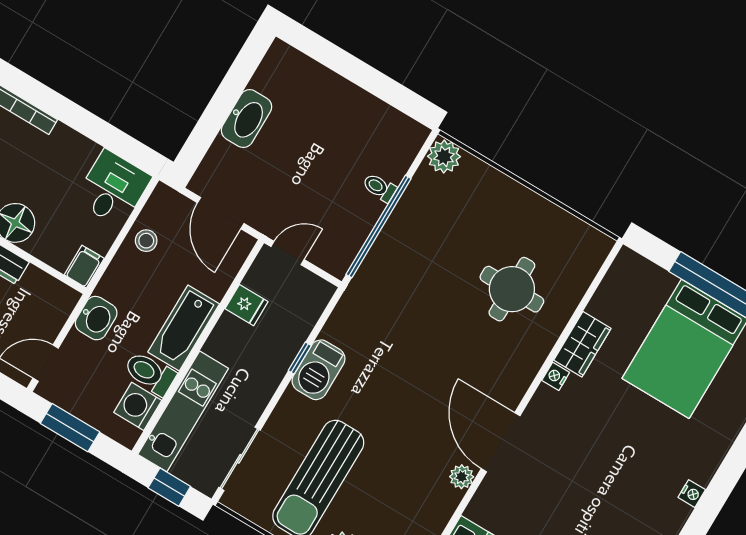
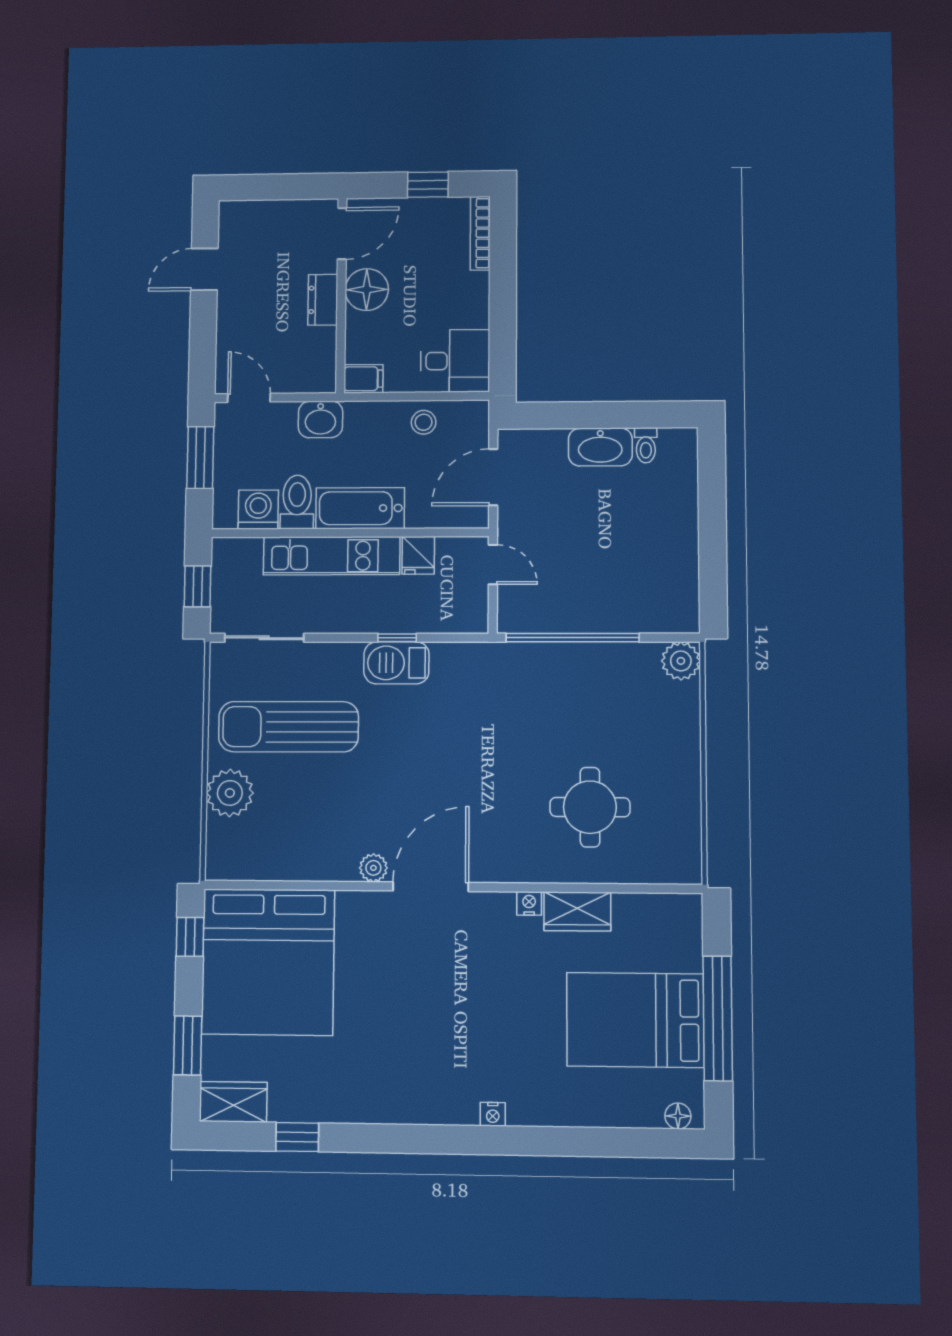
toilet: (379, 188) -> (646, 445), moved, turned 180
kitchen unit: (183, 411) -> (332, 556), moved

